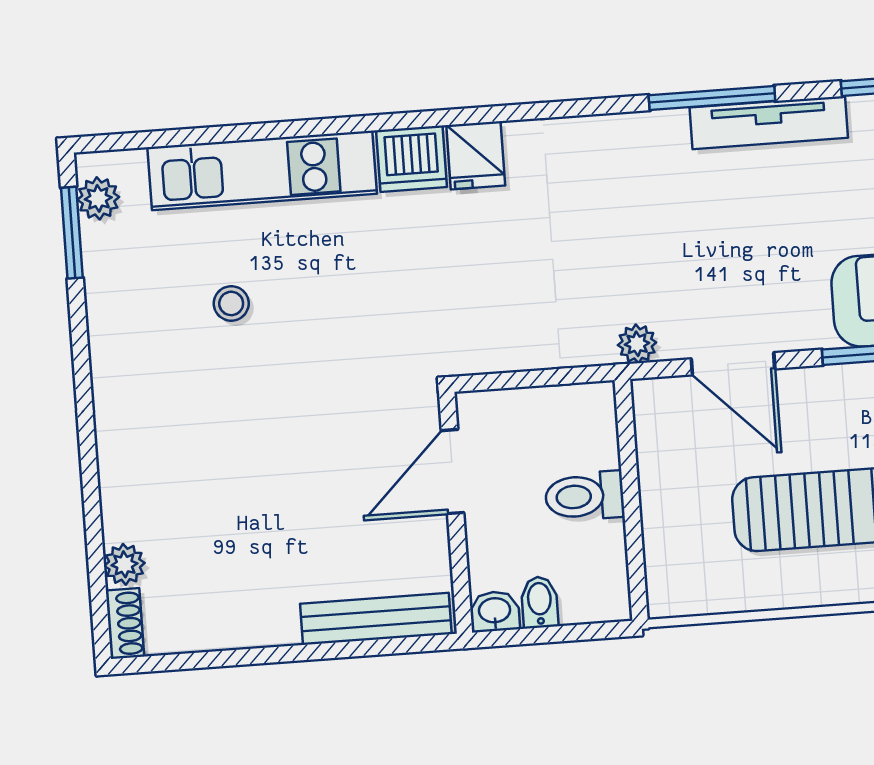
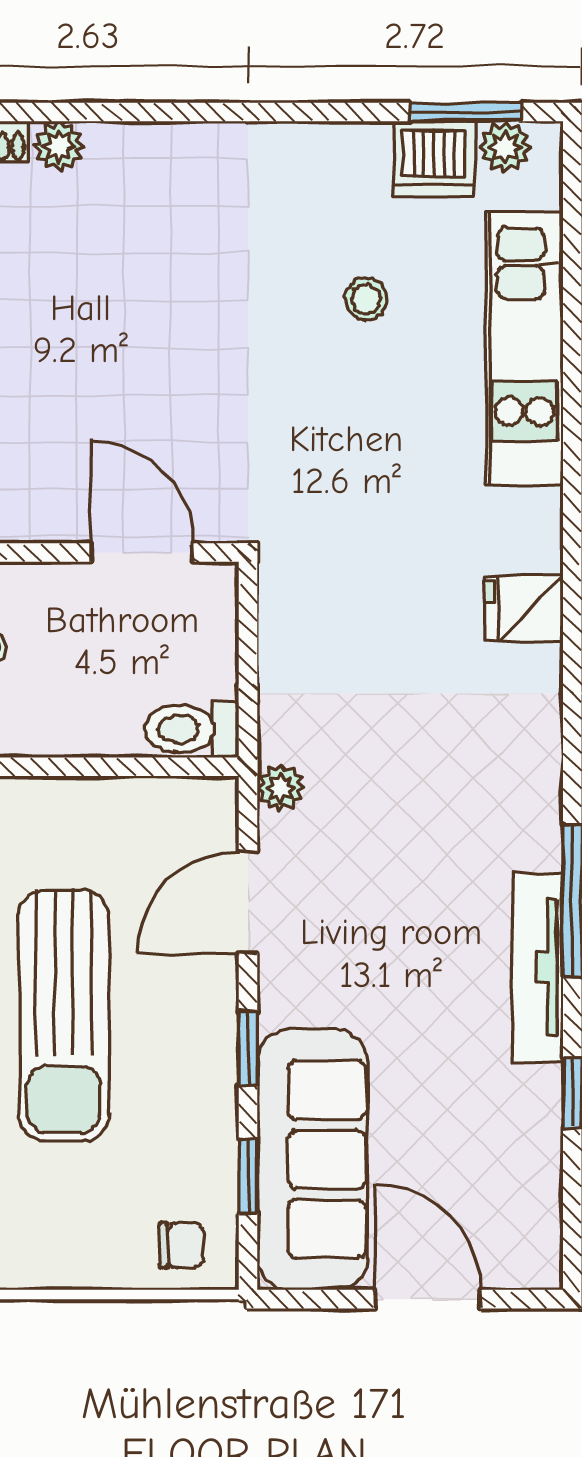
dishwasher: (411, 159) -> (434, 159), moved, turned -90
toilet: (585, 496) -> (192, 729), moved, turned -90

